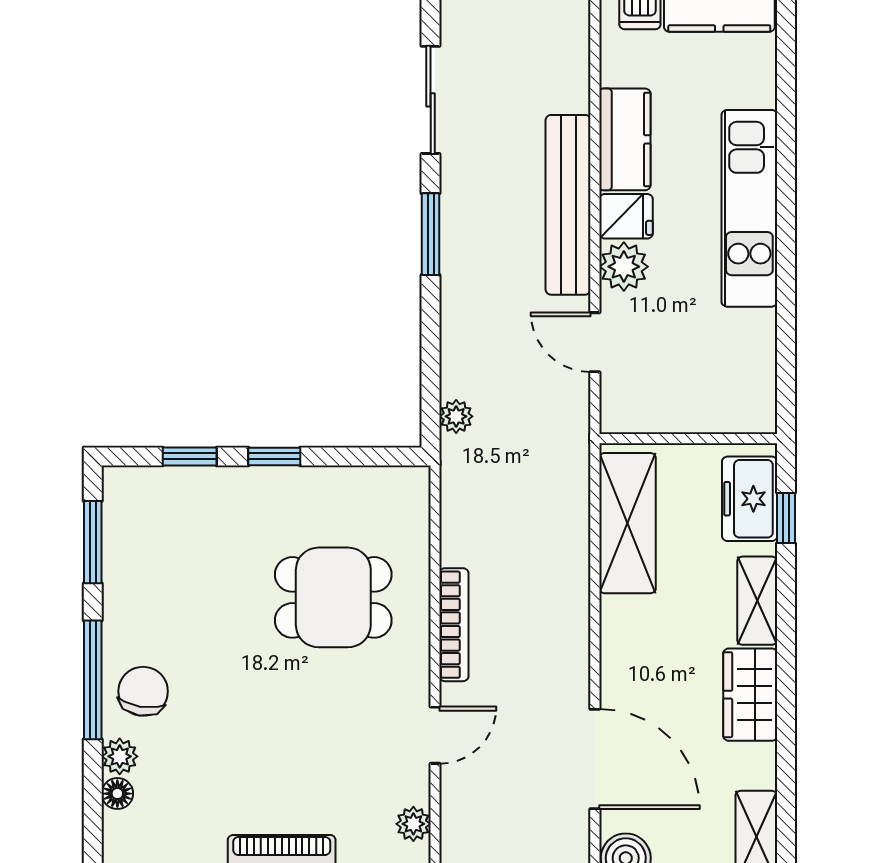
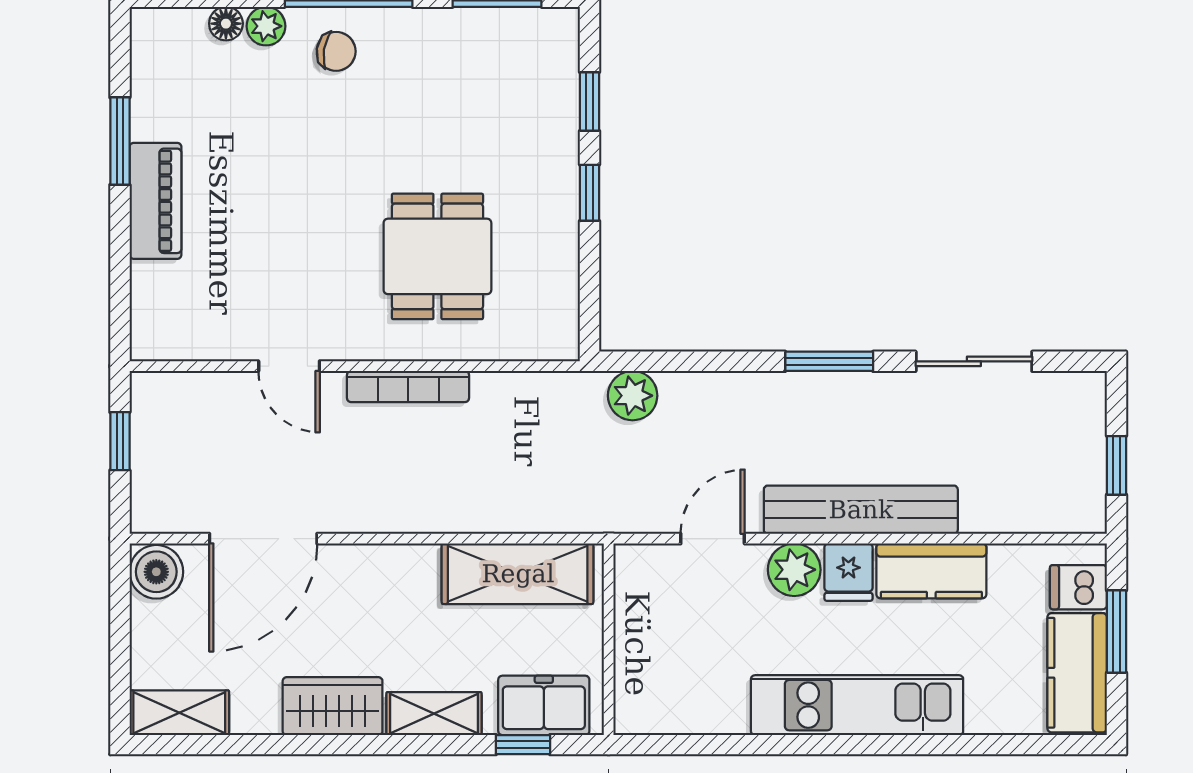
plant: (456, 416) -> (633, 396), width x1.38, depth x1.38
chair: (143, 691) -> (336, 51), width x0.73, depth x0.73
plant: (413, 824) -> (193, 343), removed

